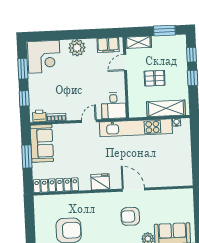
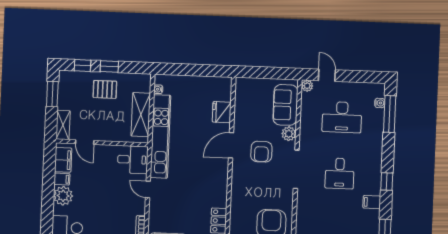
filing cabinet: (91, 45) -> (62, 179), added
pallet: (155, 78) -> (105, 89), moved, turned 90
shelving: (166, 108) -> (141, 115), moved
fridge: (100, 182) -> (222, 112), moved

